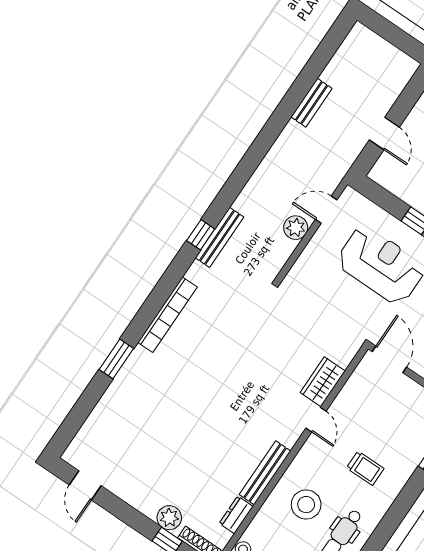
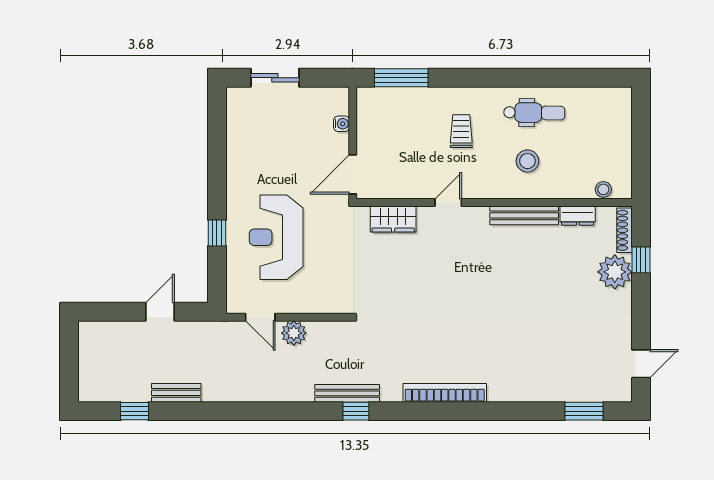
window: (320, 60) -> (134, 411), added
window: (116, 359) -> (584, 411), moved
wardrobe: (323, 382) -> (393, 219), moved
stool: (306, 505) -> (527, 161), width x0.73, depth x0.73
plant: (169, 518) -> (615, 272), width x1.36, depth x1.36

